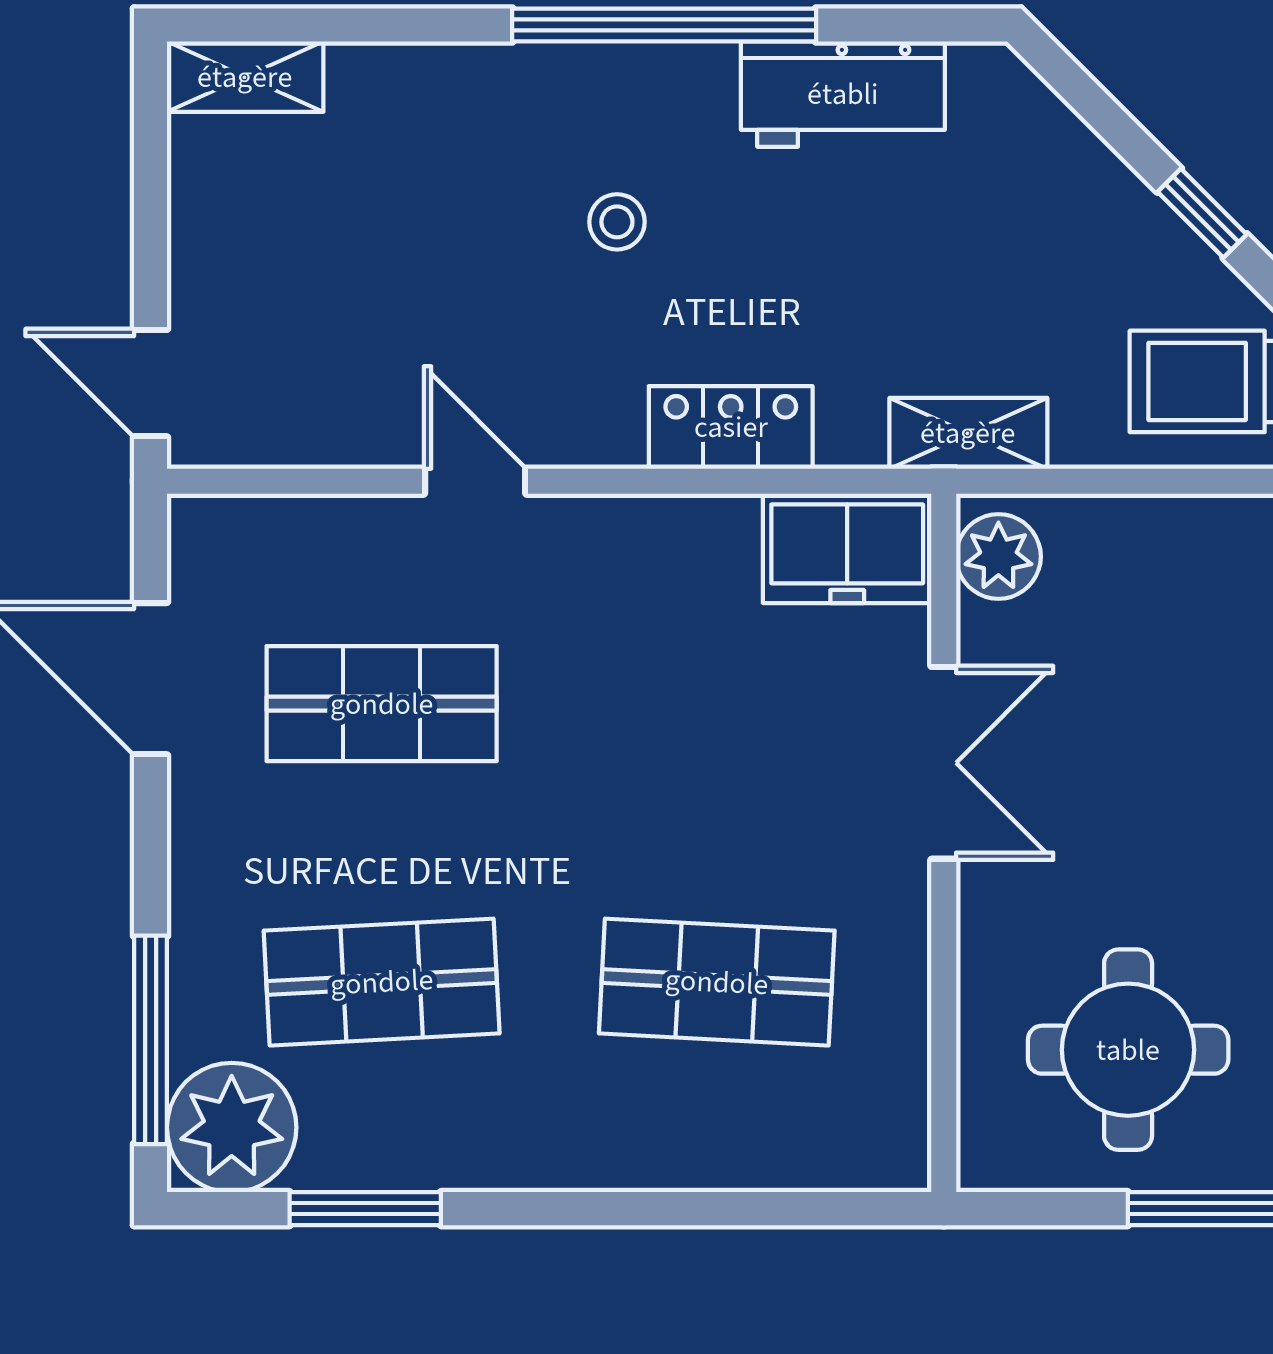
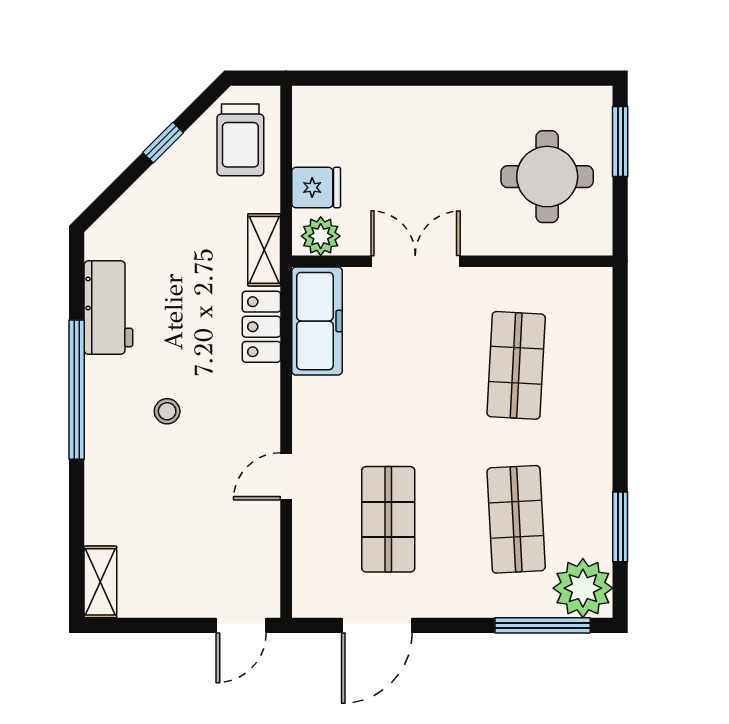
locker: (731, 427) -> (261, 327), moved
fridge: (1104, 546) -> (316, 187), added
freezer: (847, 548) -> (317, 321), width x1.40

